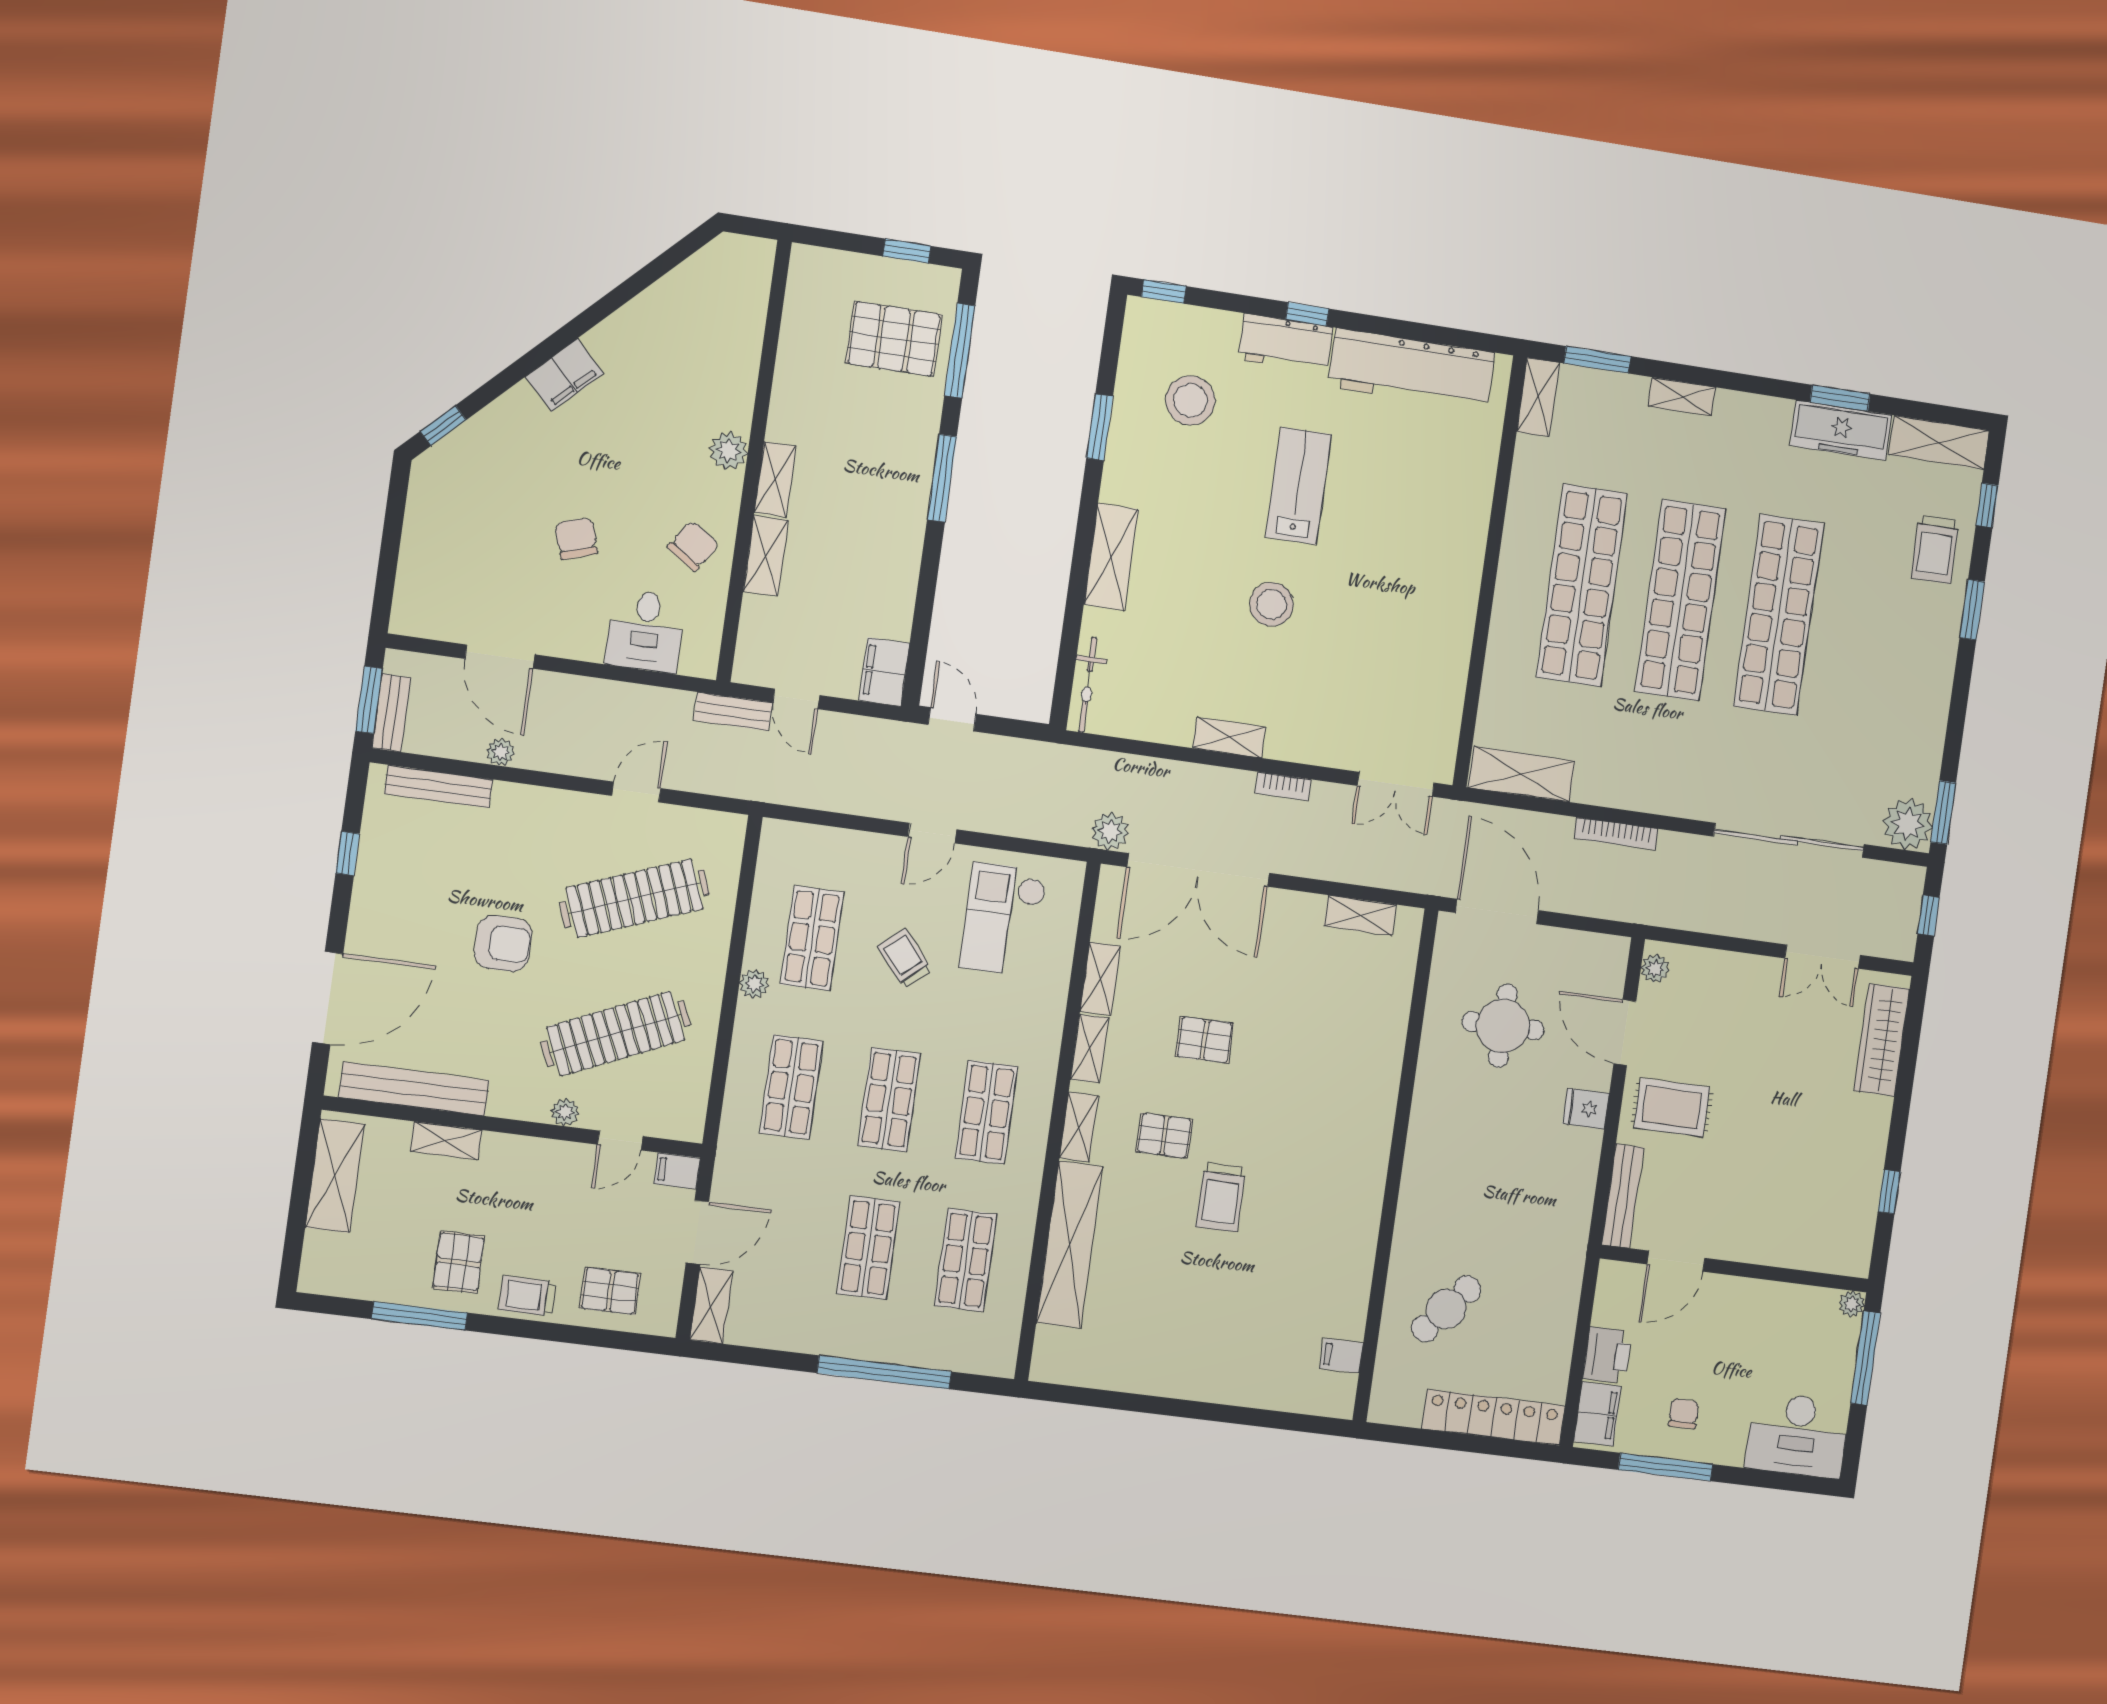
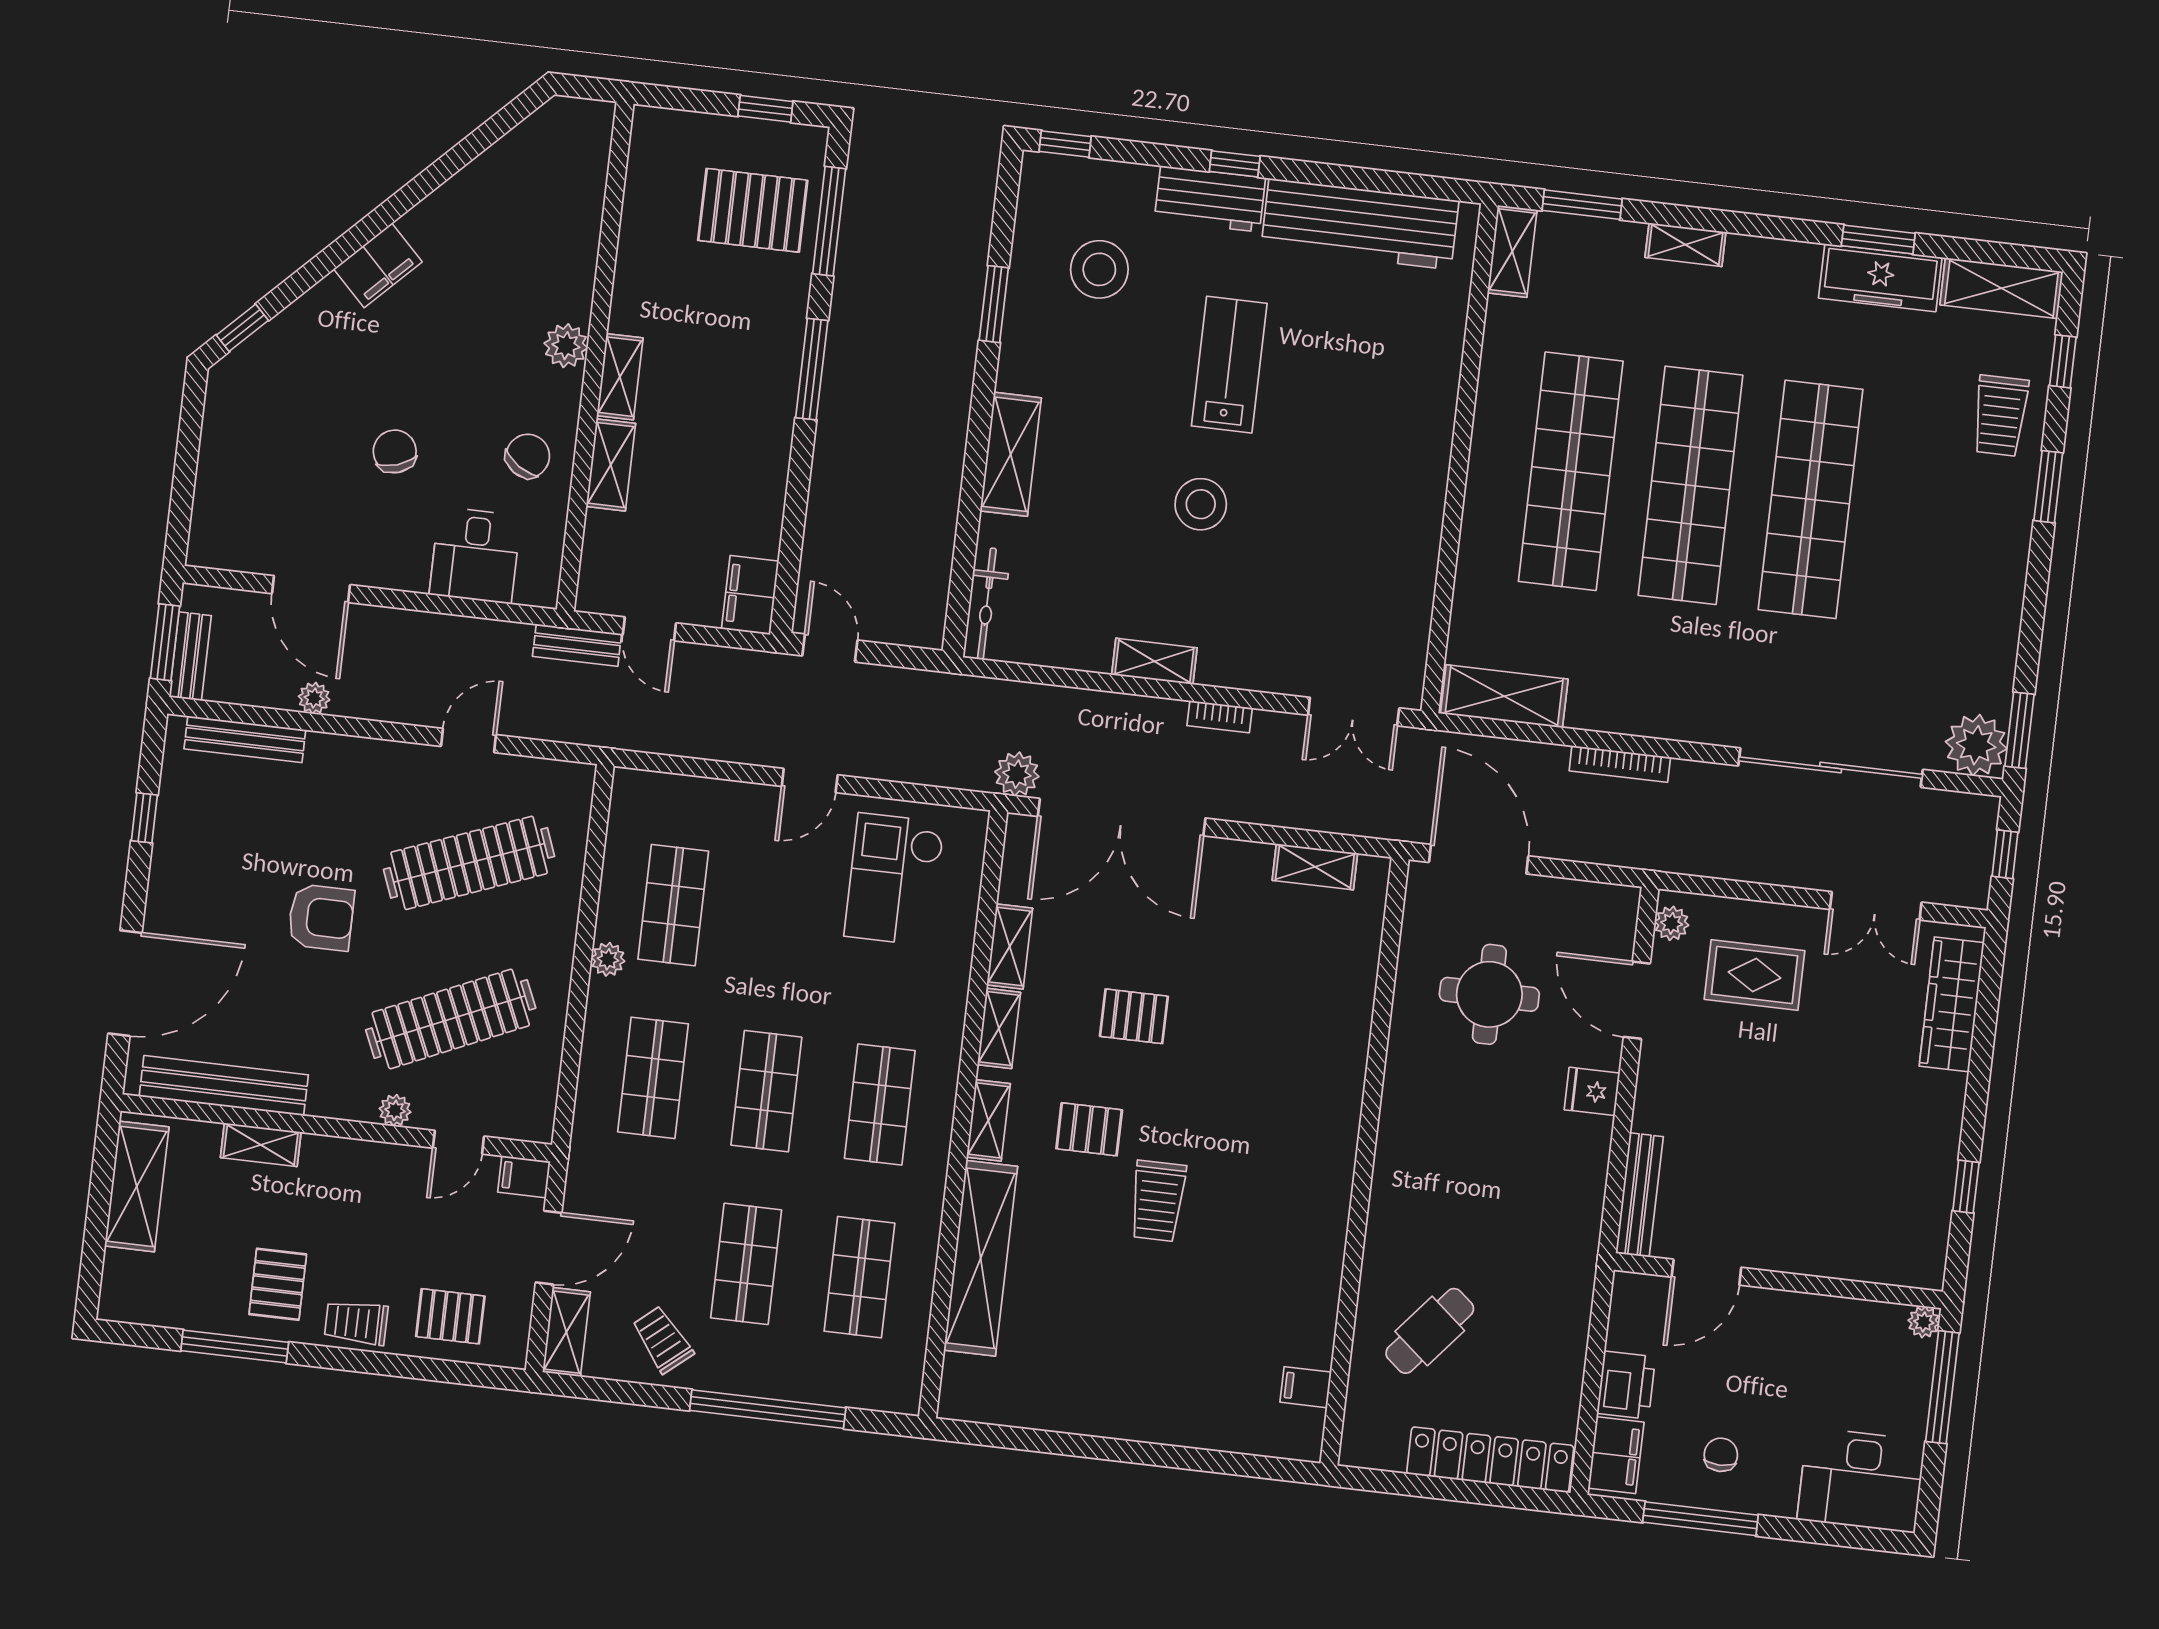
trolley: (905, 958) -> (663, 1340), moved
rug: (1672, 1107) -> (1754, 975), moved

